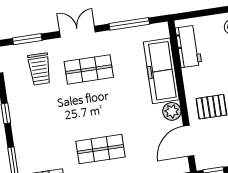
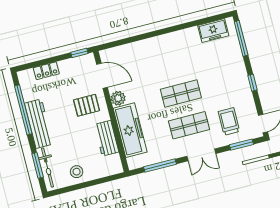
workbench: (189, 46) -> (107, 138), moved
door: (189, 141) -> (102, 76), hinge flipped
shop shelf: (101, 149) -> (181, 93), moved

